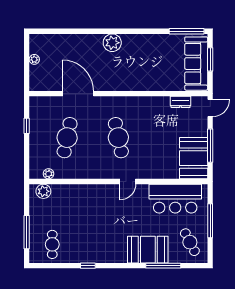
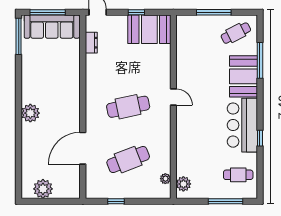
plant: (34, 59) -> (43, 189), width x1.88, depth x1.88
window: (210, 59) -> (48, 12), width x1.44
cafe table: (67, 138) -> (128, 160), turned -33
window: (210, 146) -> (136, 12), width x0.46
bar counter: (175, 199) -> (242, 125), moved, turned 180

